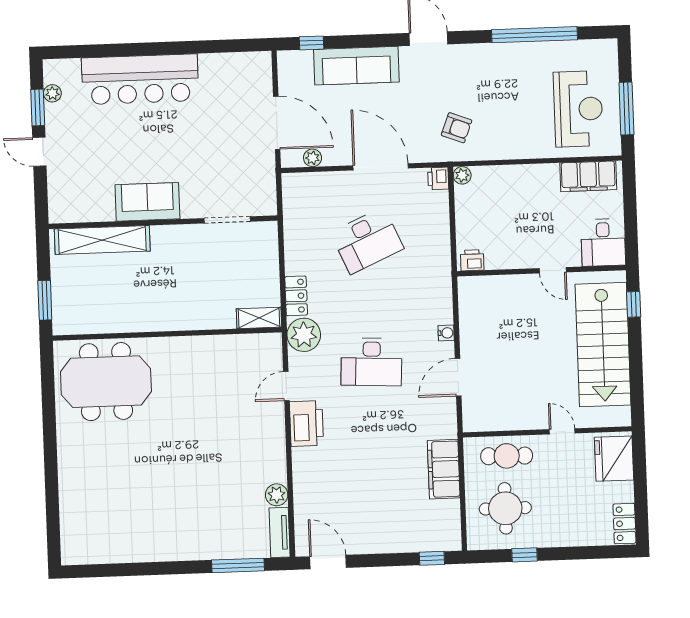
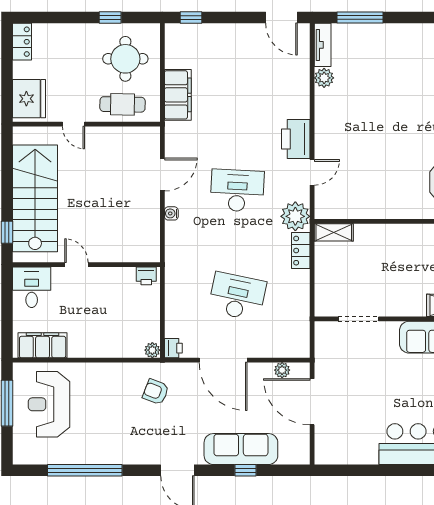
window: (312, 43) -> (245, 470), moved
desk: (367, 241) -> (237, 296), turned 36

